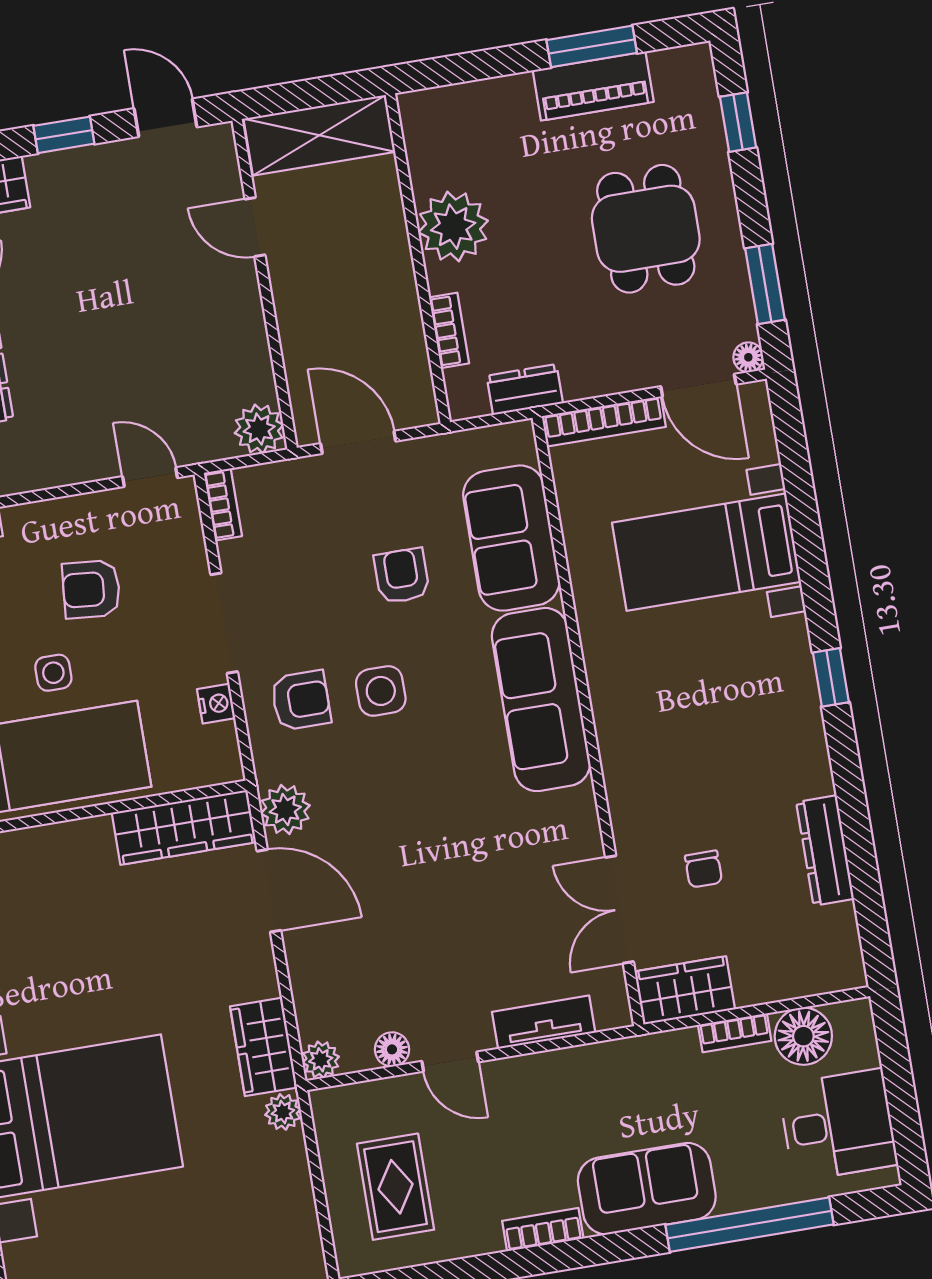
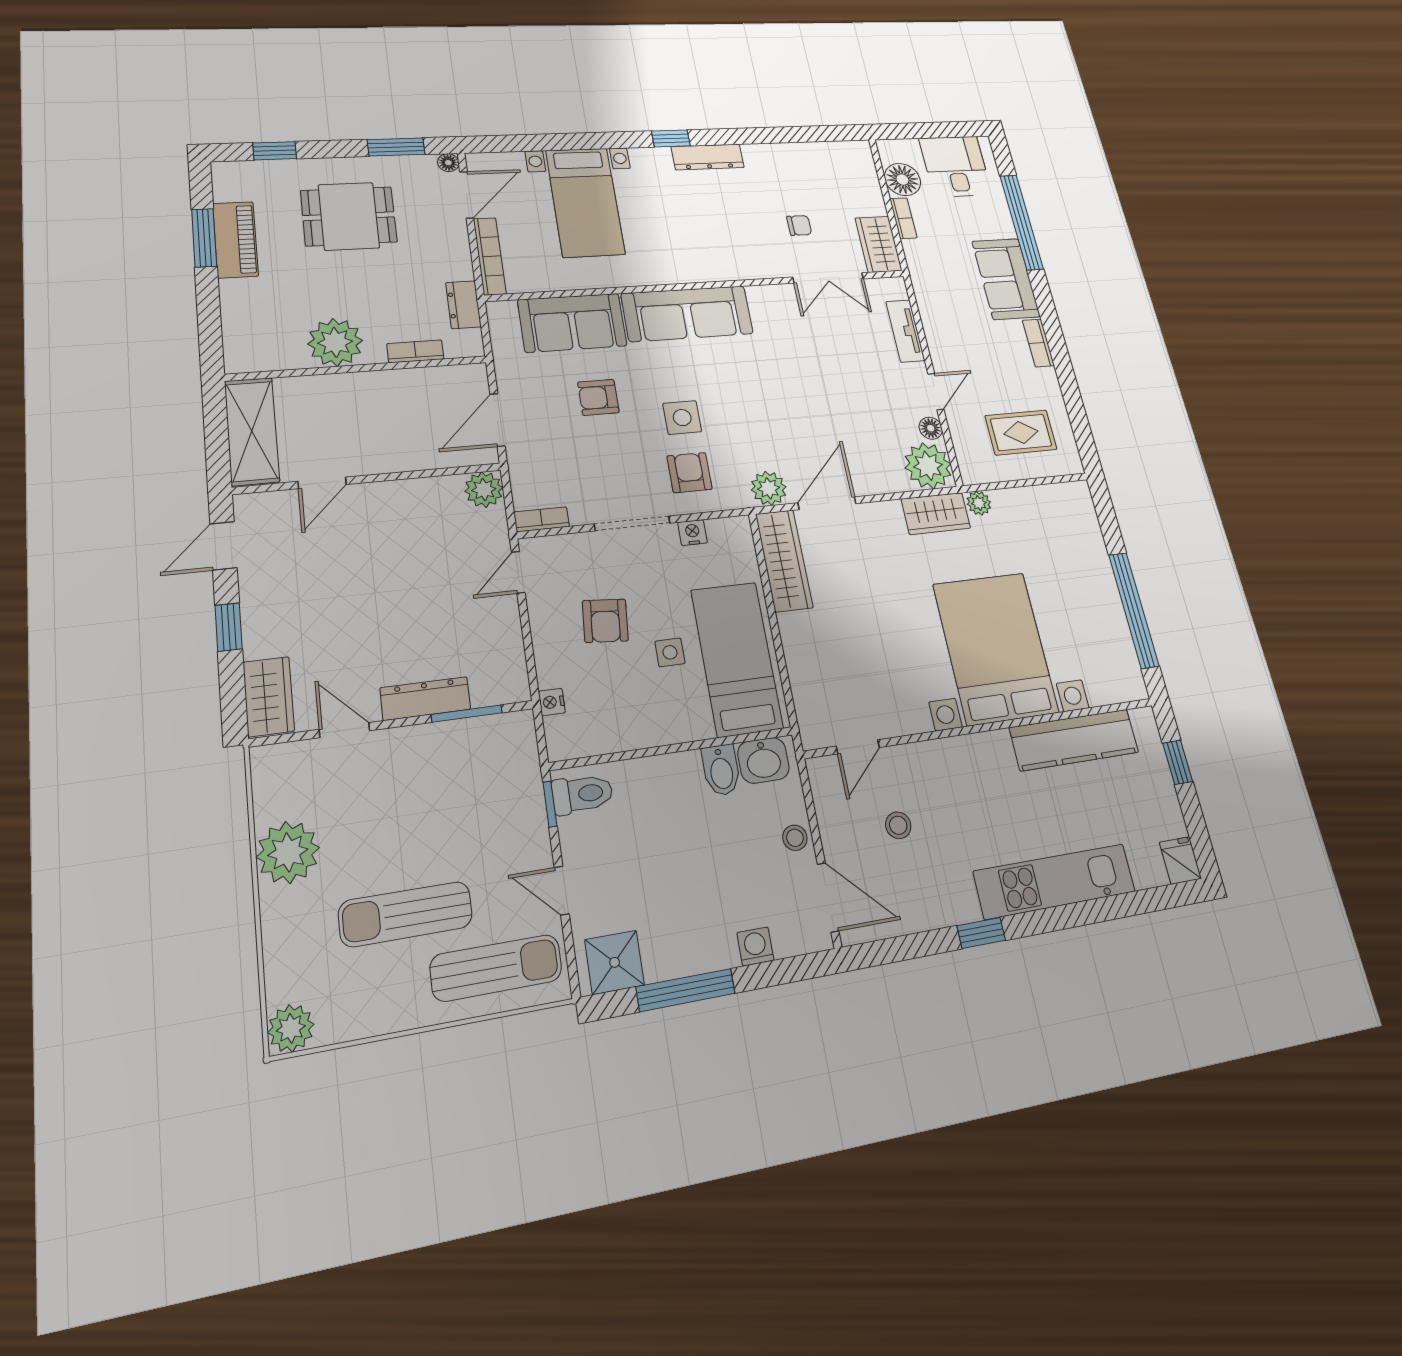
dresser: (825, 850) -> (708, 157), moved
plant: (321, 1060) -> (928, 466), width x1.87, depth x1.87

